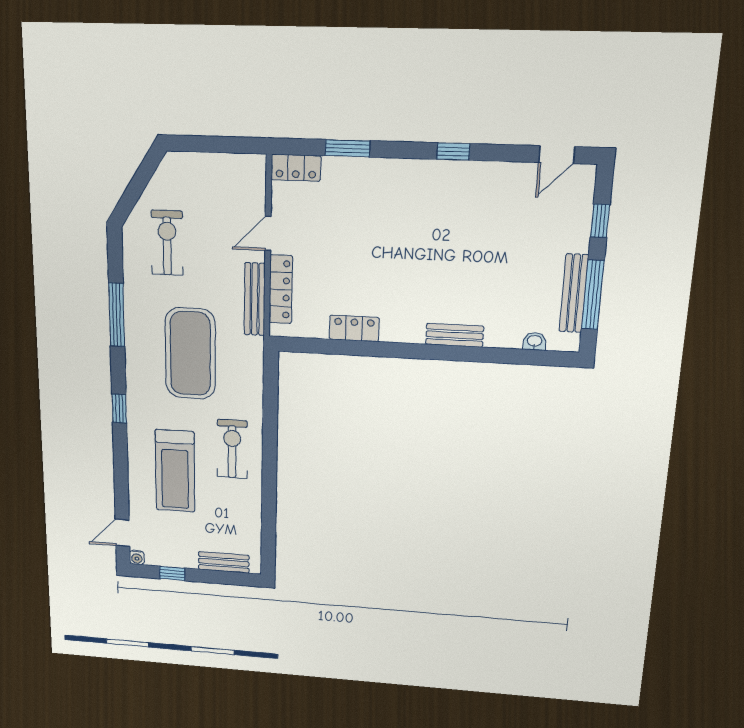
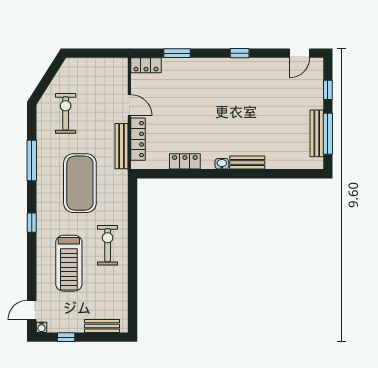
door: (268, 233) -> (129, 105), swing flipped
washbasin: (535, 341) -> (222, 164), moved

